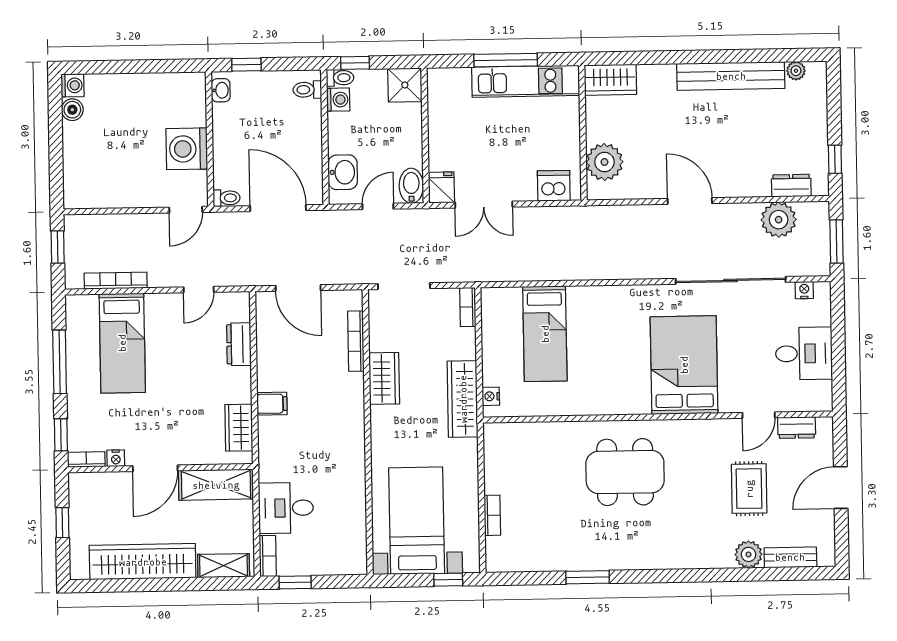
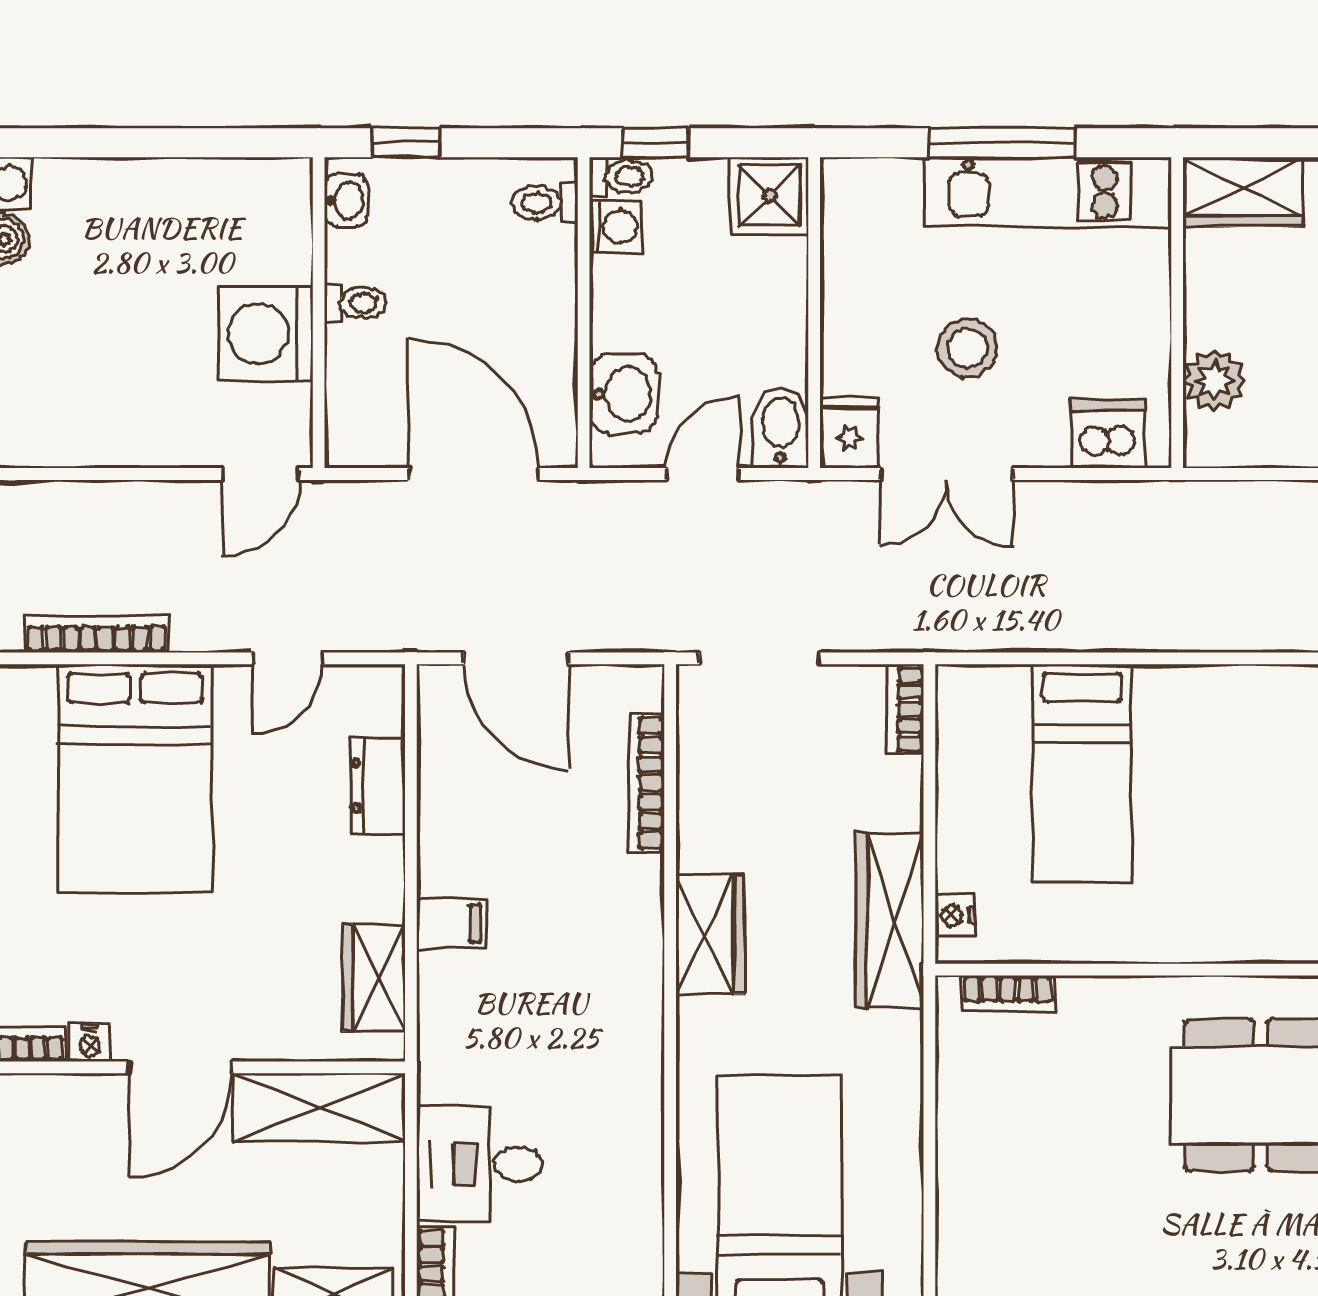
stool: (492, 150) -> (968, 348), added
plant: (604, 162) -> (1214, 381), width x0.73, depth x0.73
toilet: (227, 198) -> (355, 303), moved
bed: (122, 343) -> (135, 778), width x1.50
wardrobe: (384, 378) -> (710, 935), moved
bookcase: (492, 515) -> (1008, 994), moved, turned 90

